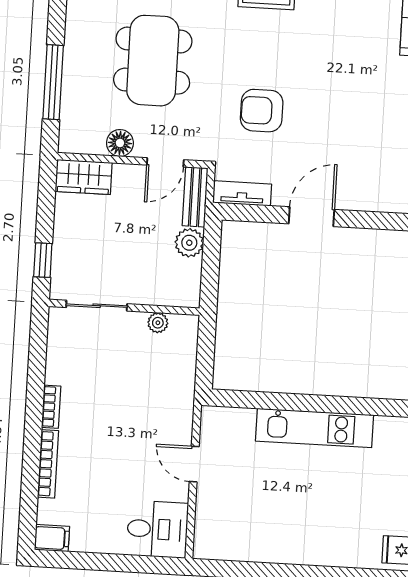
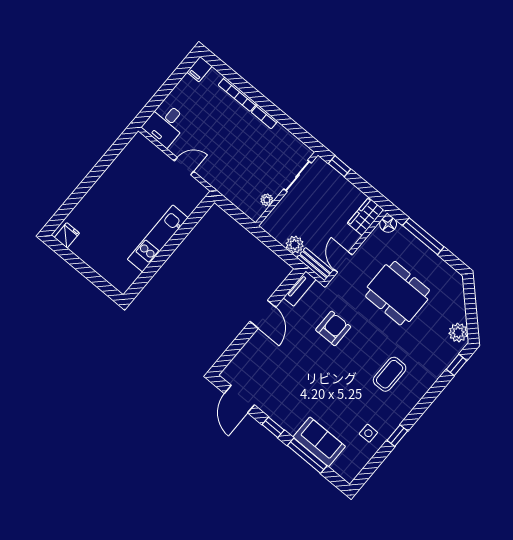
floor lamp: (120, 143) -> (388, 224), moved

